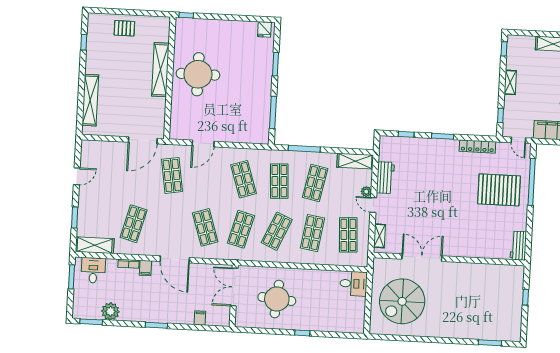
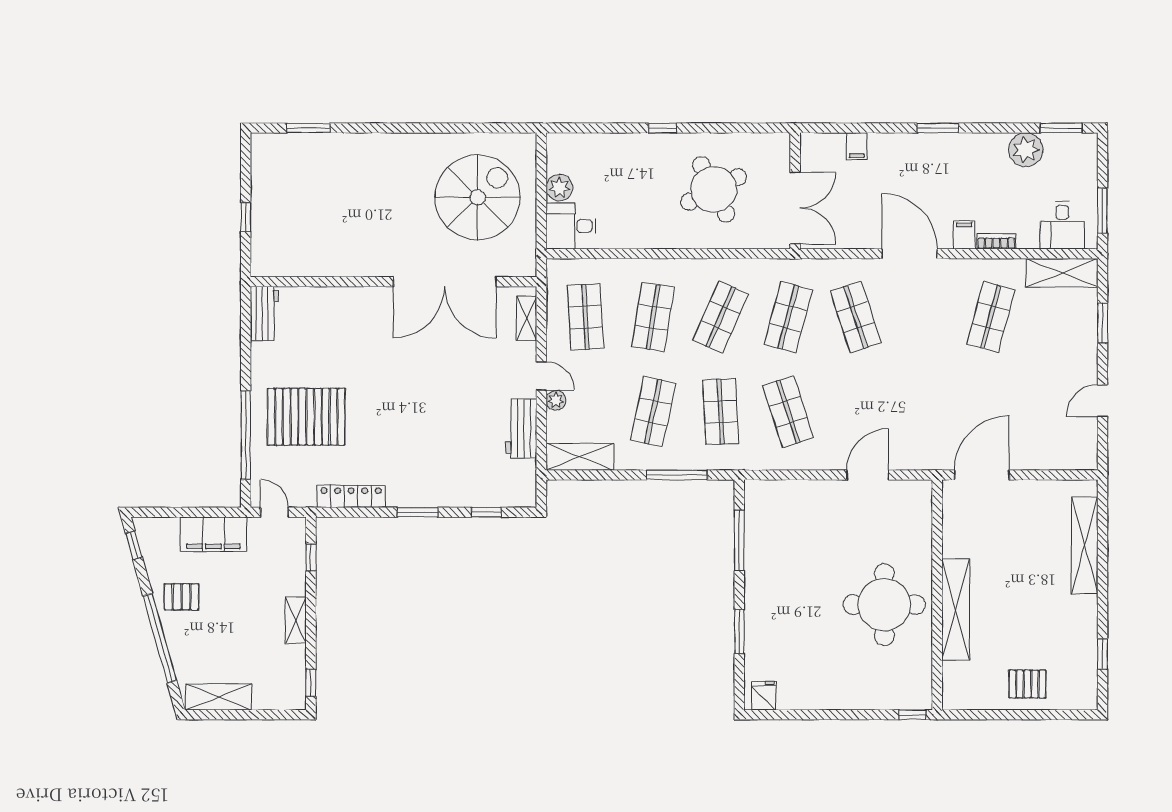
shop shelf: (172, 175) -> (923, 412), removed
double door: (422, 258) -> (445, 282), width x1.36
round table: (277, 299) -> (714, 189), turned -32
plant: (359, 304) -> (559, 188), added

